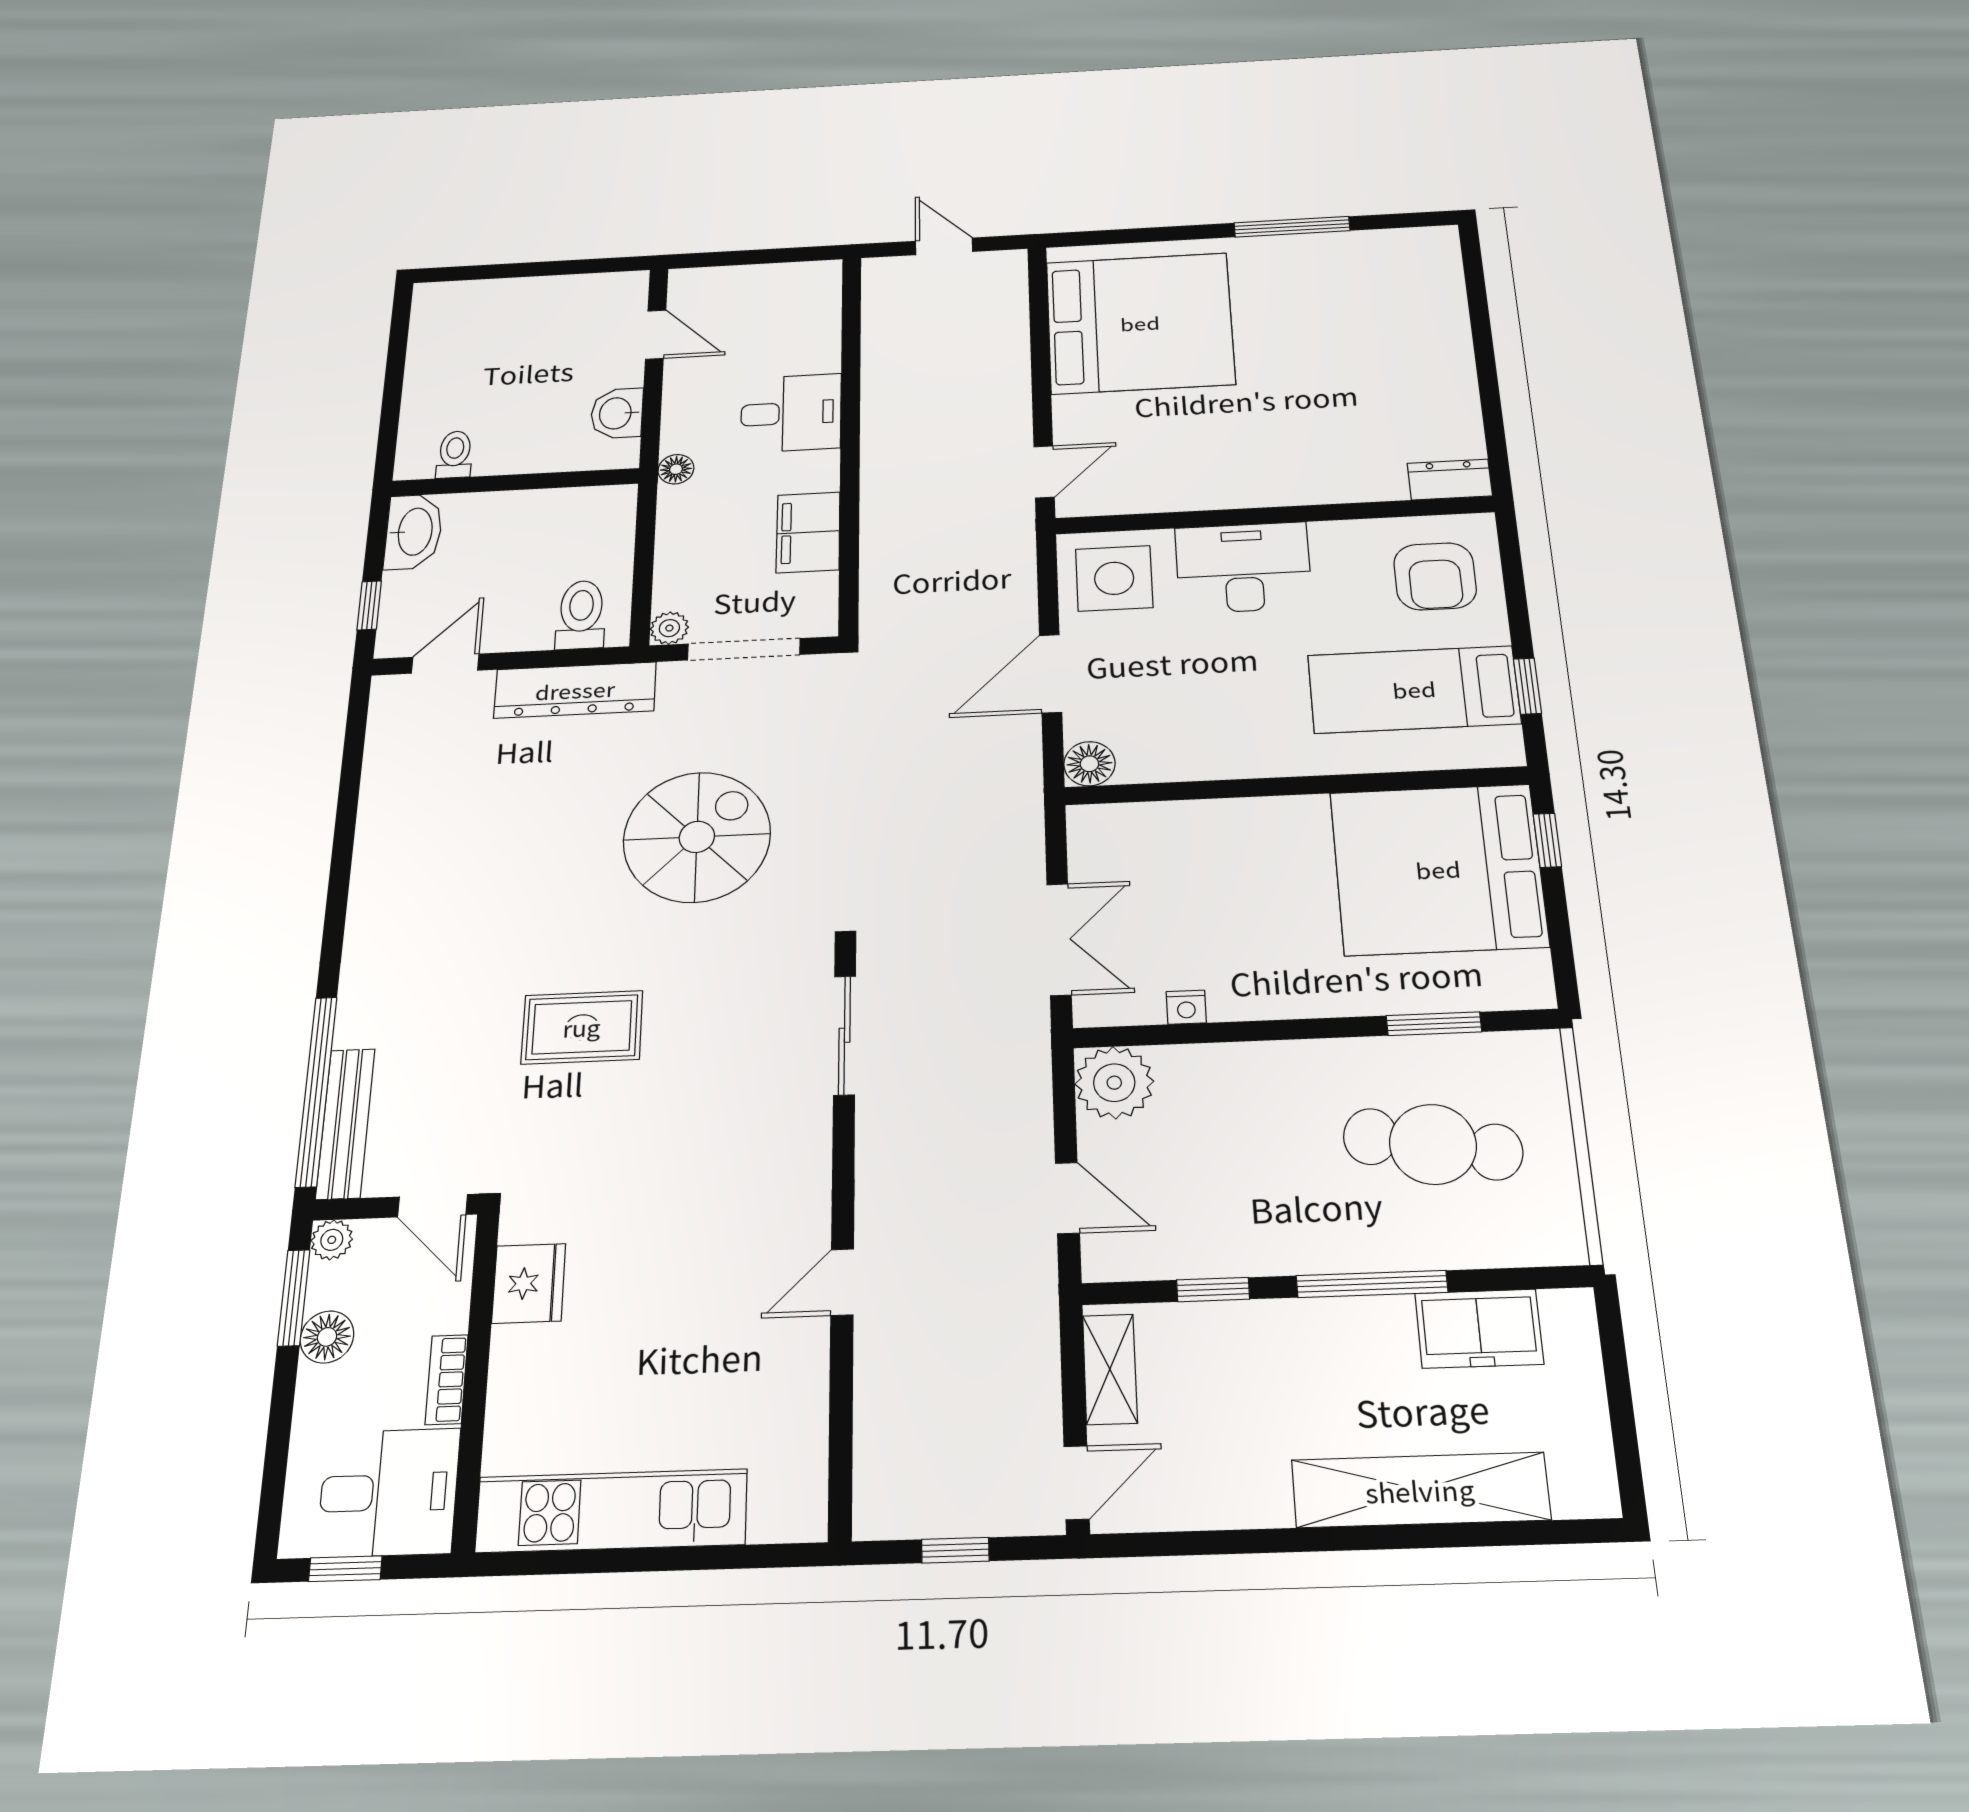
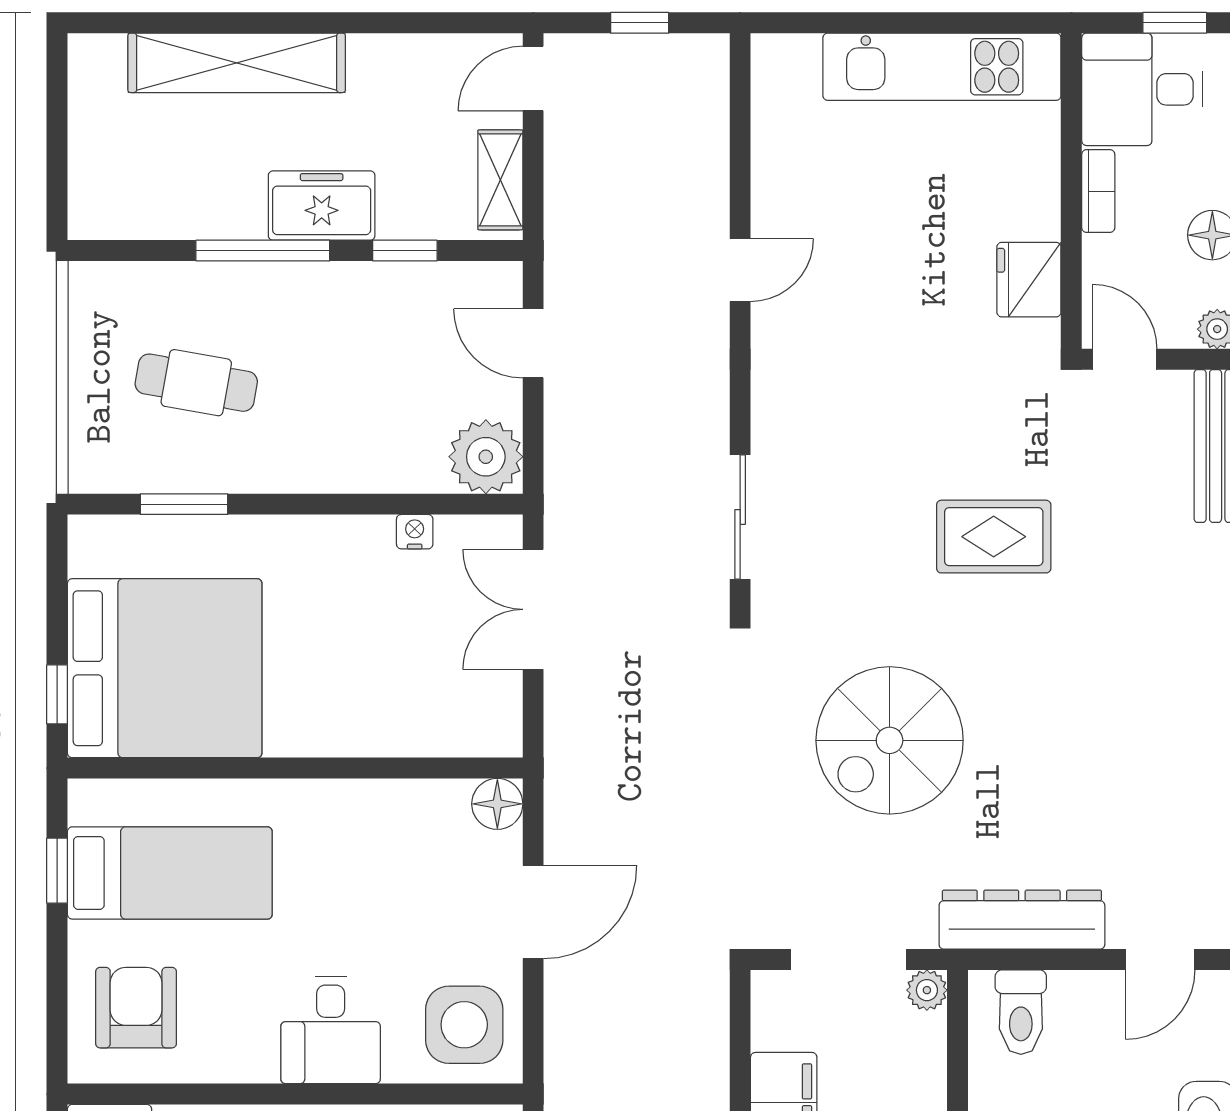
desk: (1243, 568) -> (331, 1030), width x0.73
cafe table: (1433, 1144) -> (196, 383), width x0.73, depth x0.74
freezer: (1479, 1329) -> (322, 206), moved

